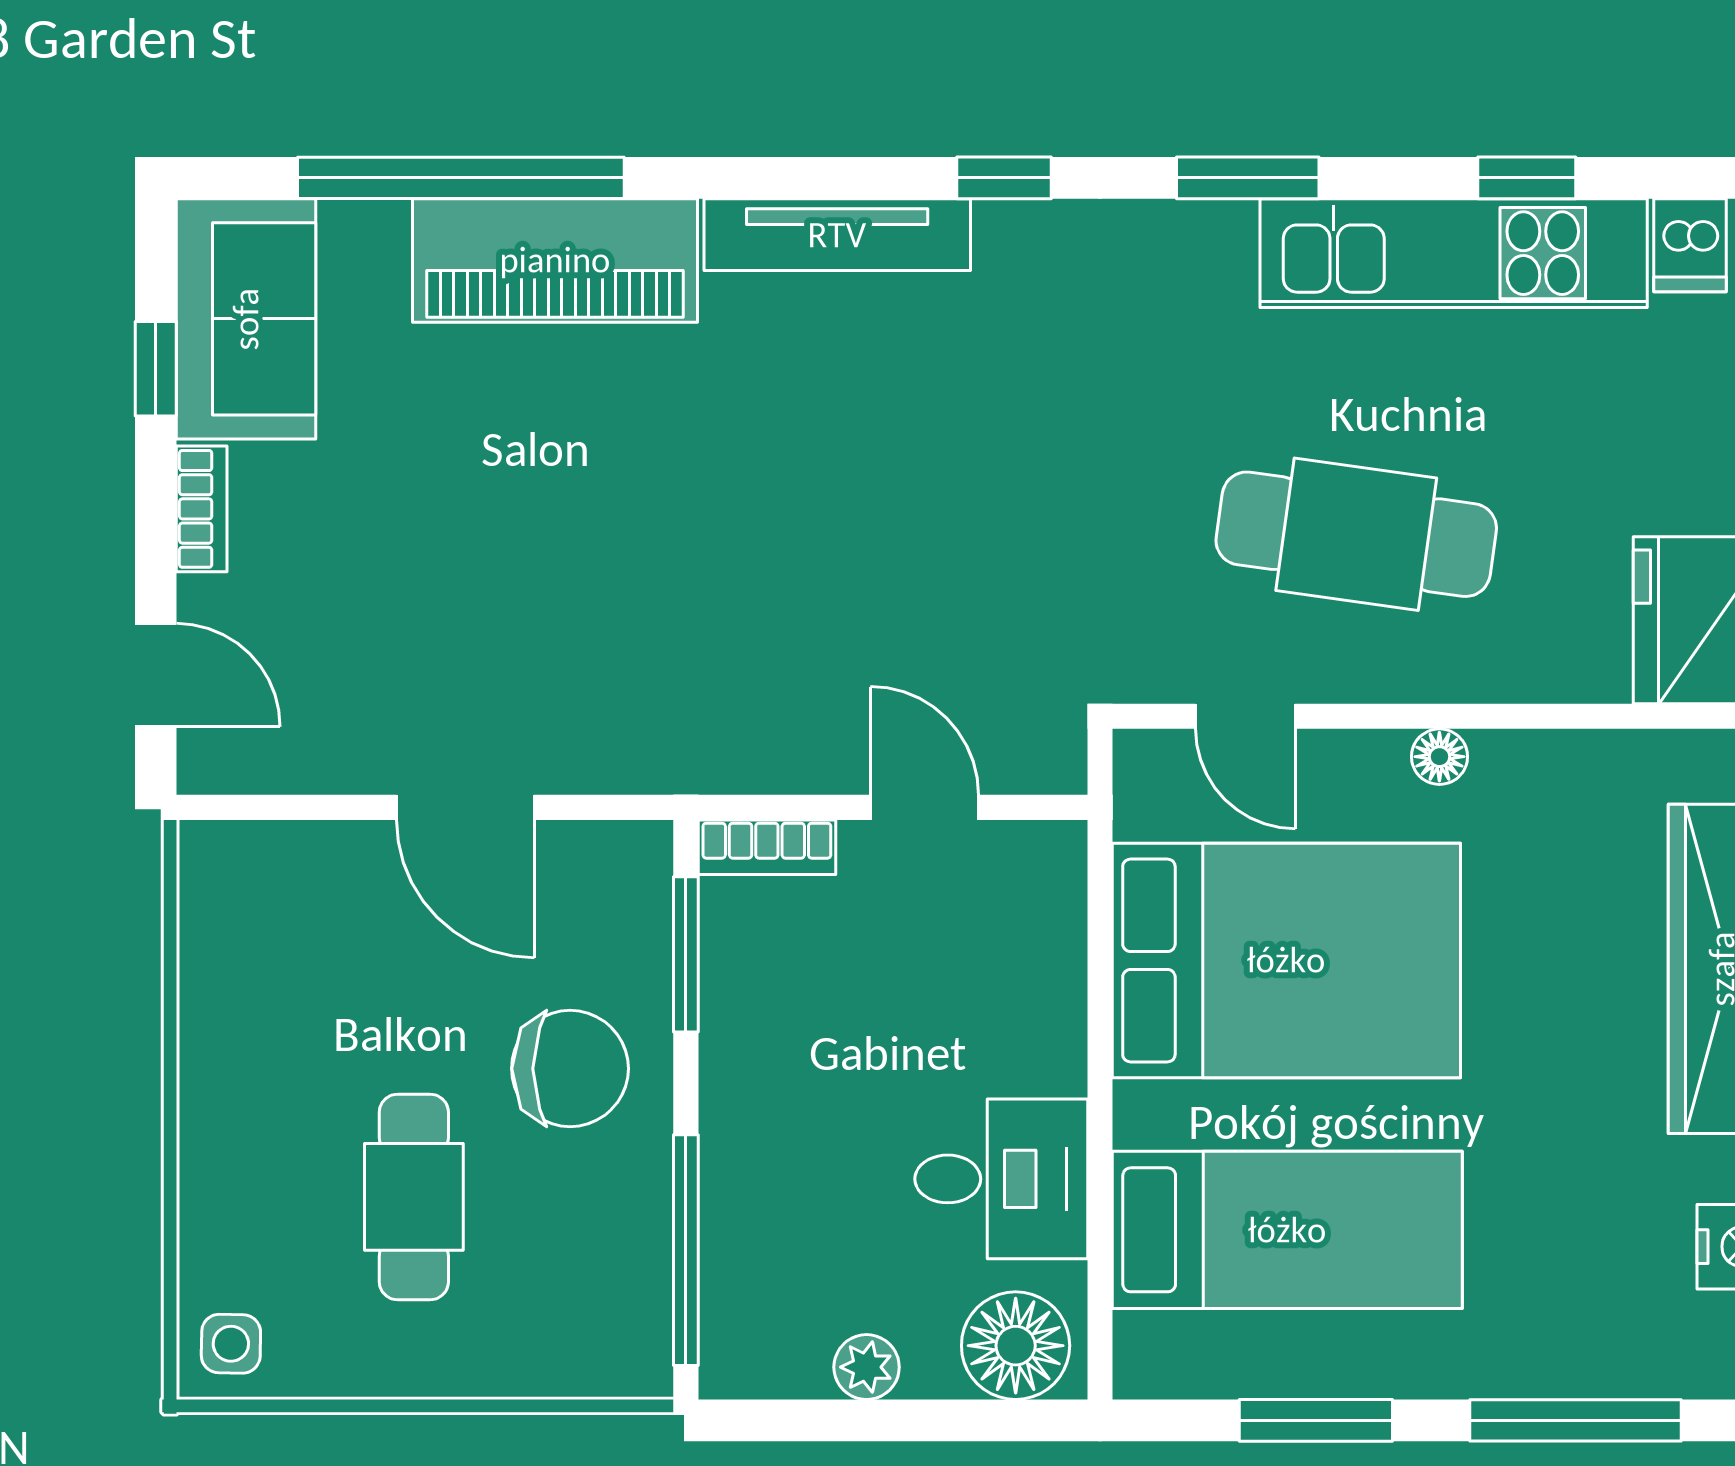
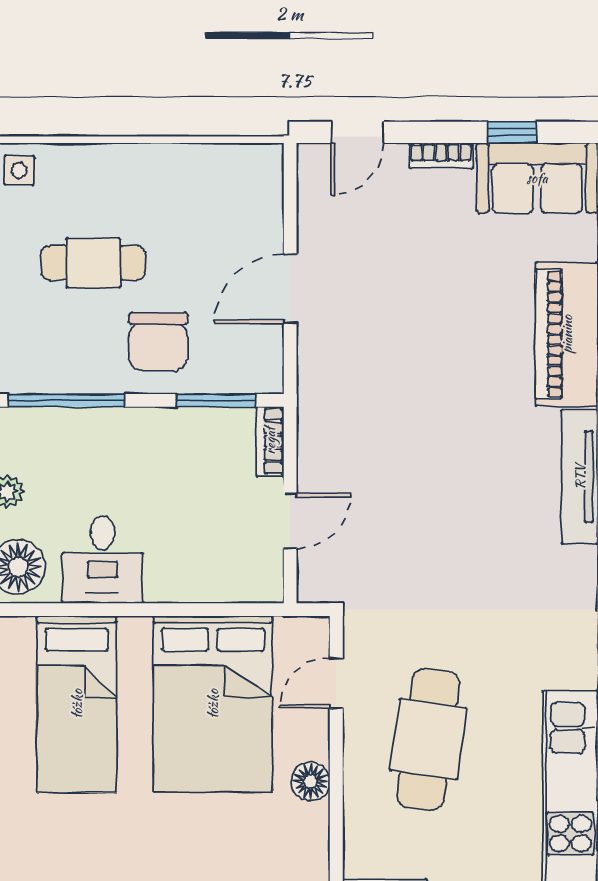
floor lamp: (1439, 757) -> (311, 781), width x1.37, depth x1.37

